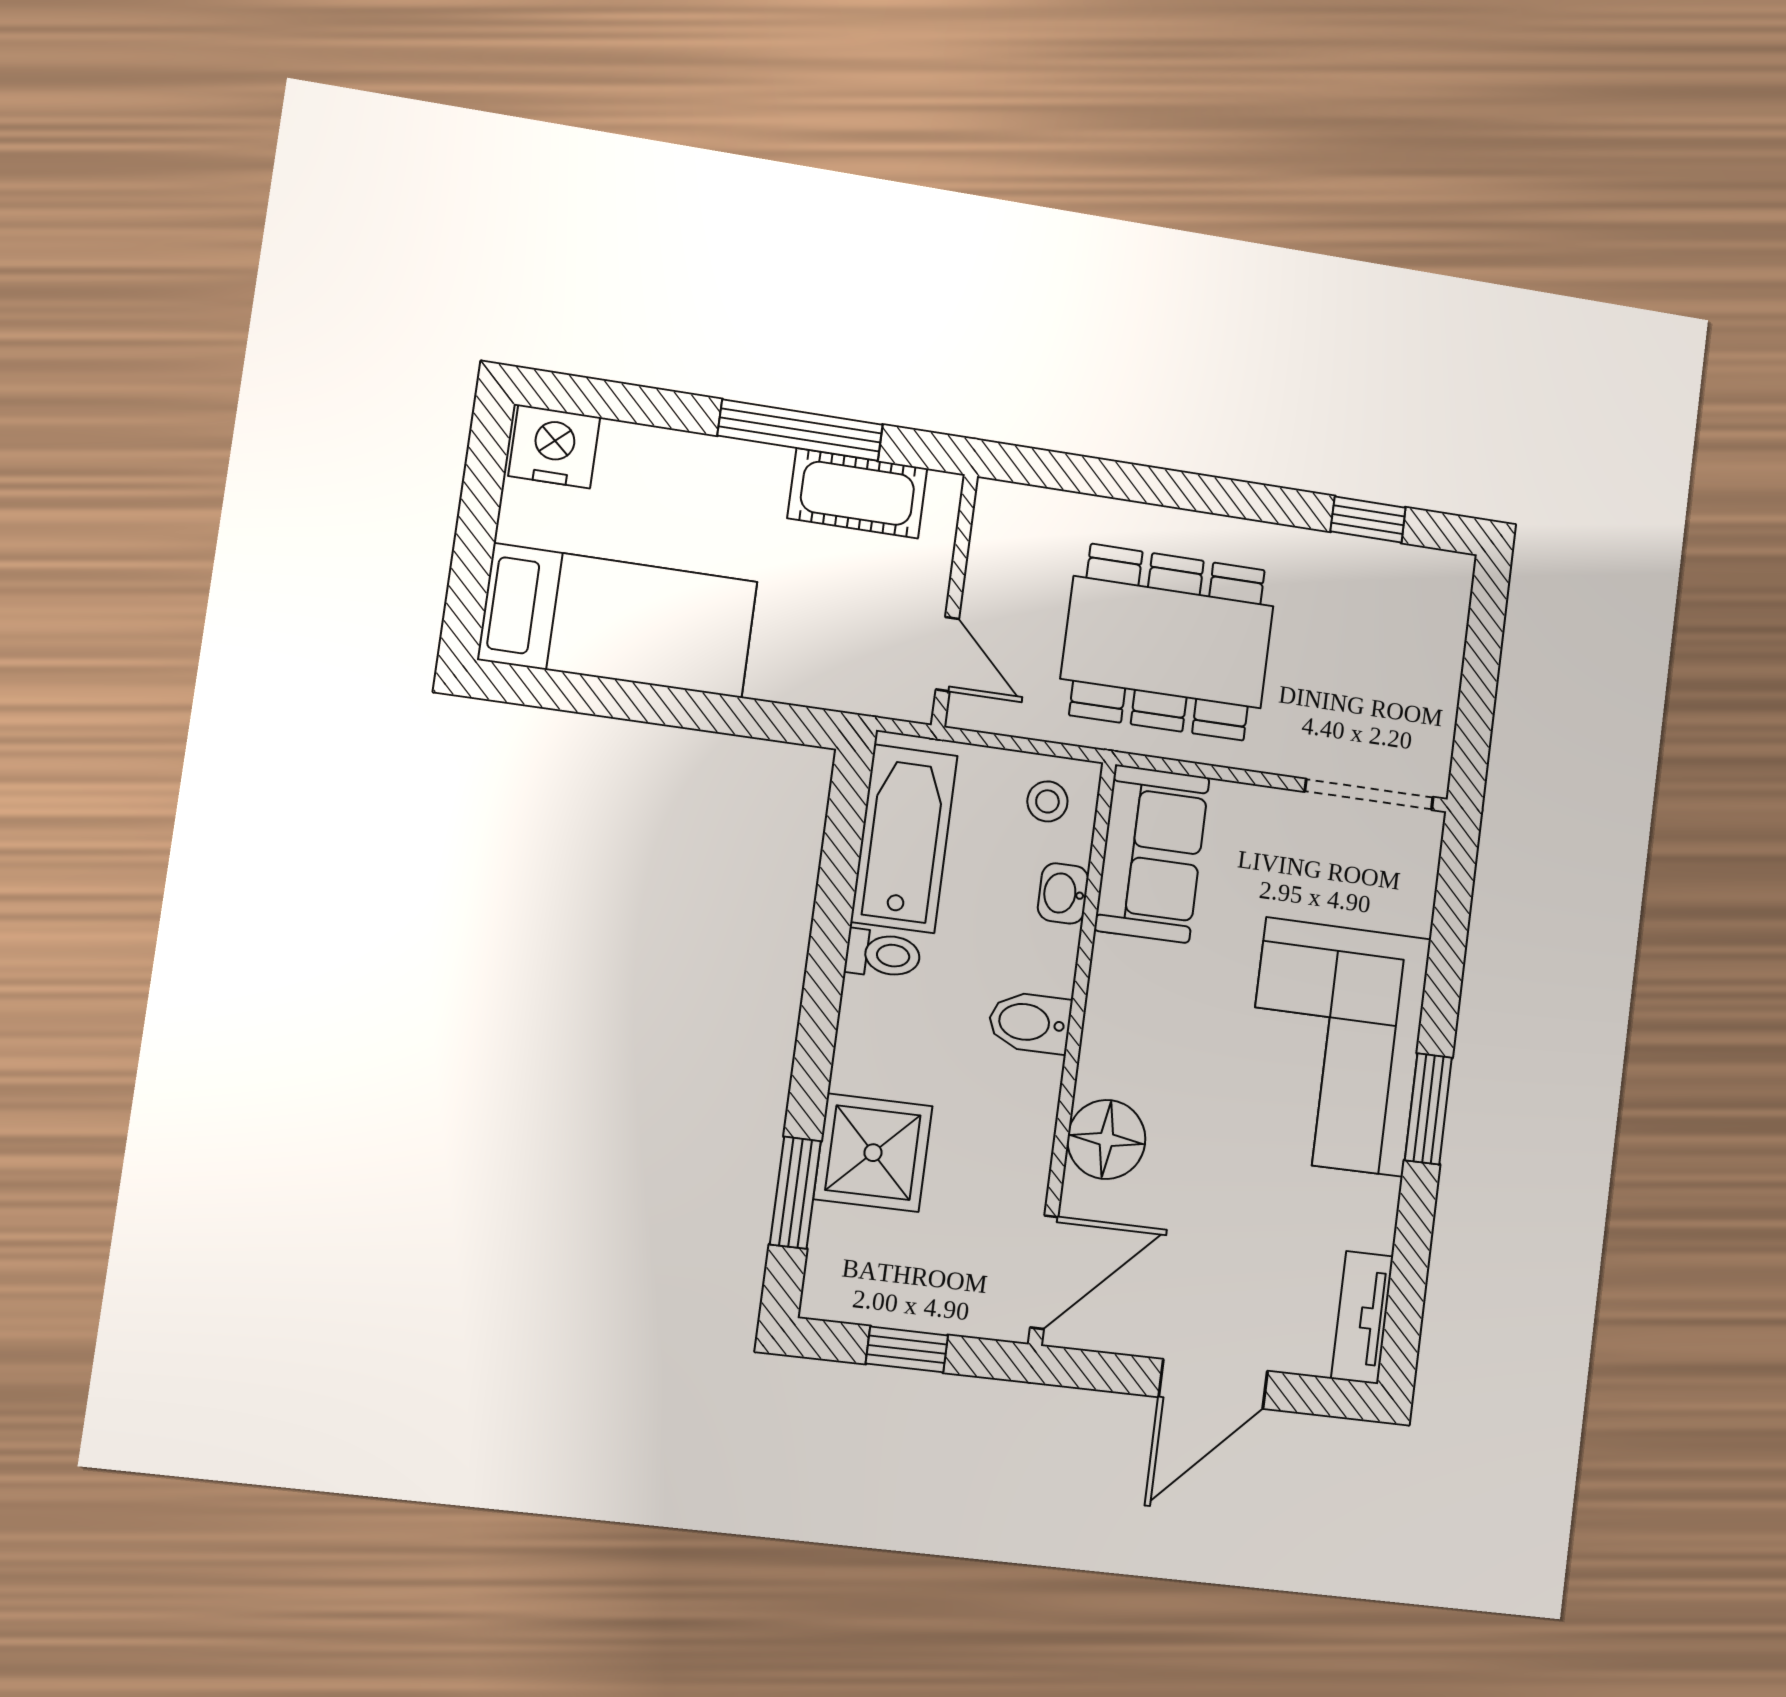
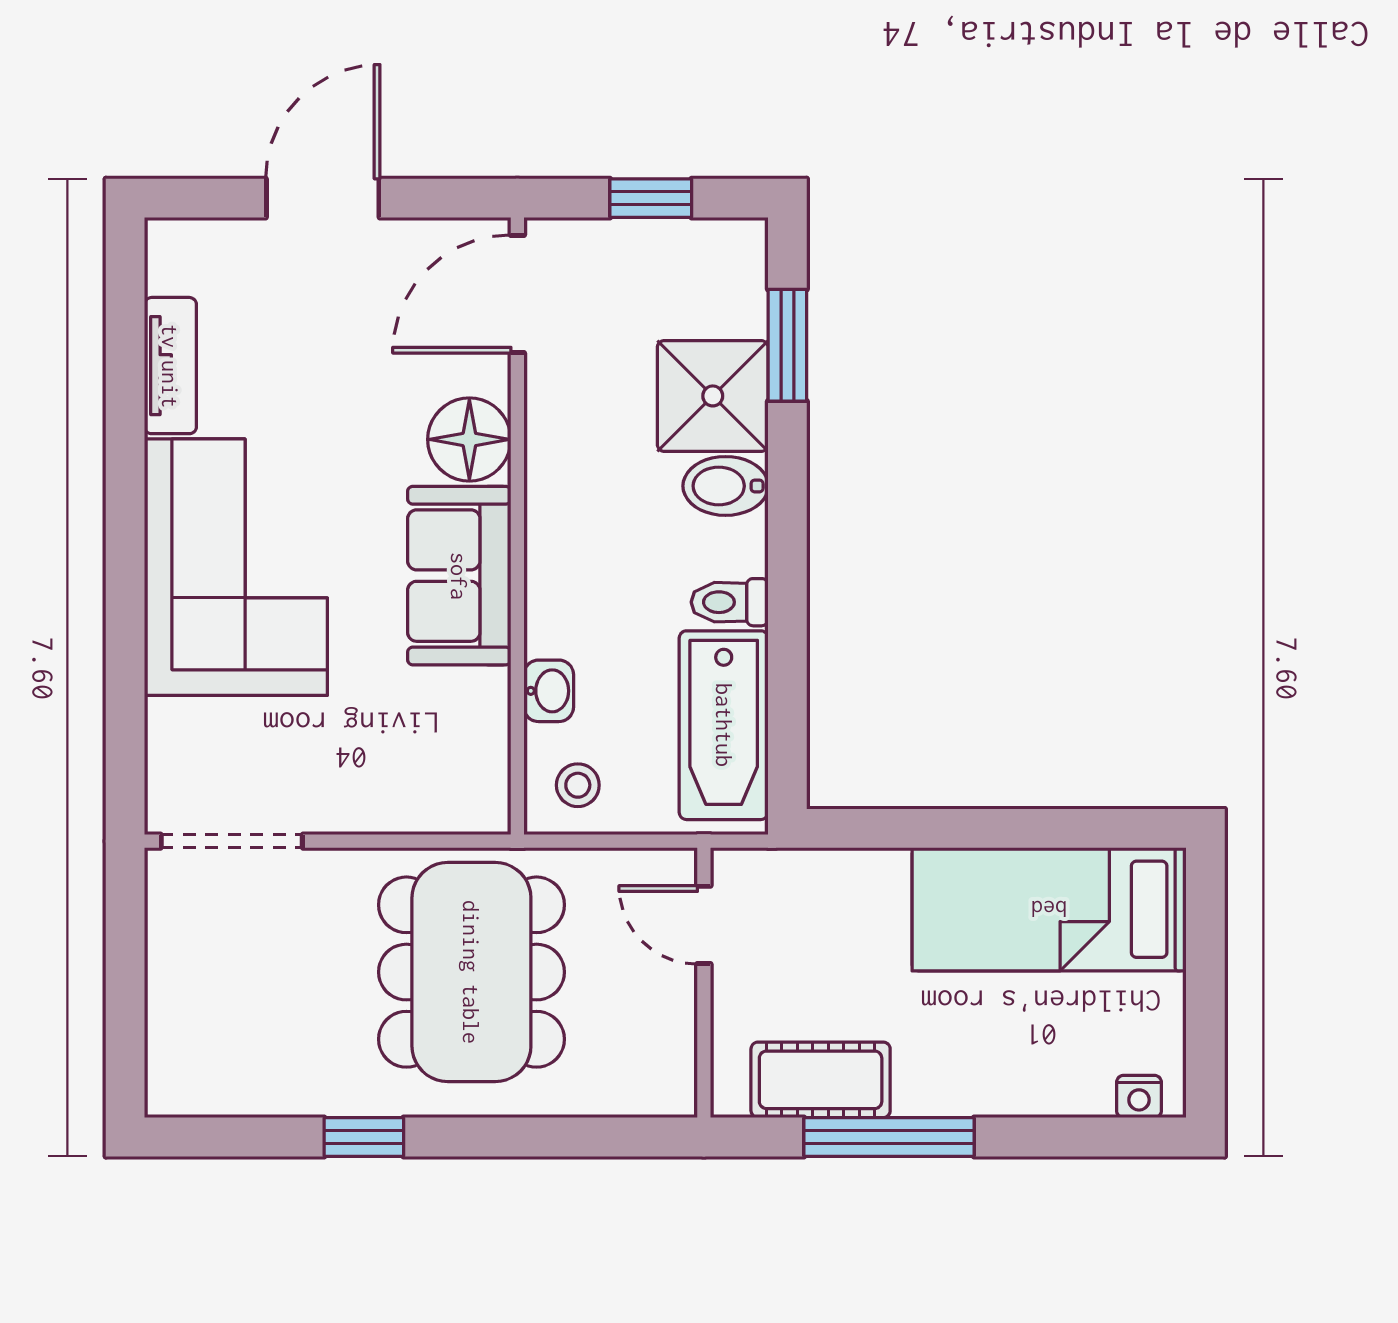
nightstand: (554, 446) -> (1139, 1097), width x0.53, depth x0.56
window: (1368, 520) -> (364, 1137), moved
dining table: (1167, 642) -> (471, 972), turned 90
sofa: (1152, 854) -> (459, 576), moved
bidet: (1030, 1023) -> (726, 486), moved, turned 180
window: (1428, 1109) -> (125, 514), removed
tv unit: (1362, 1317) -> (170, 366), moved

